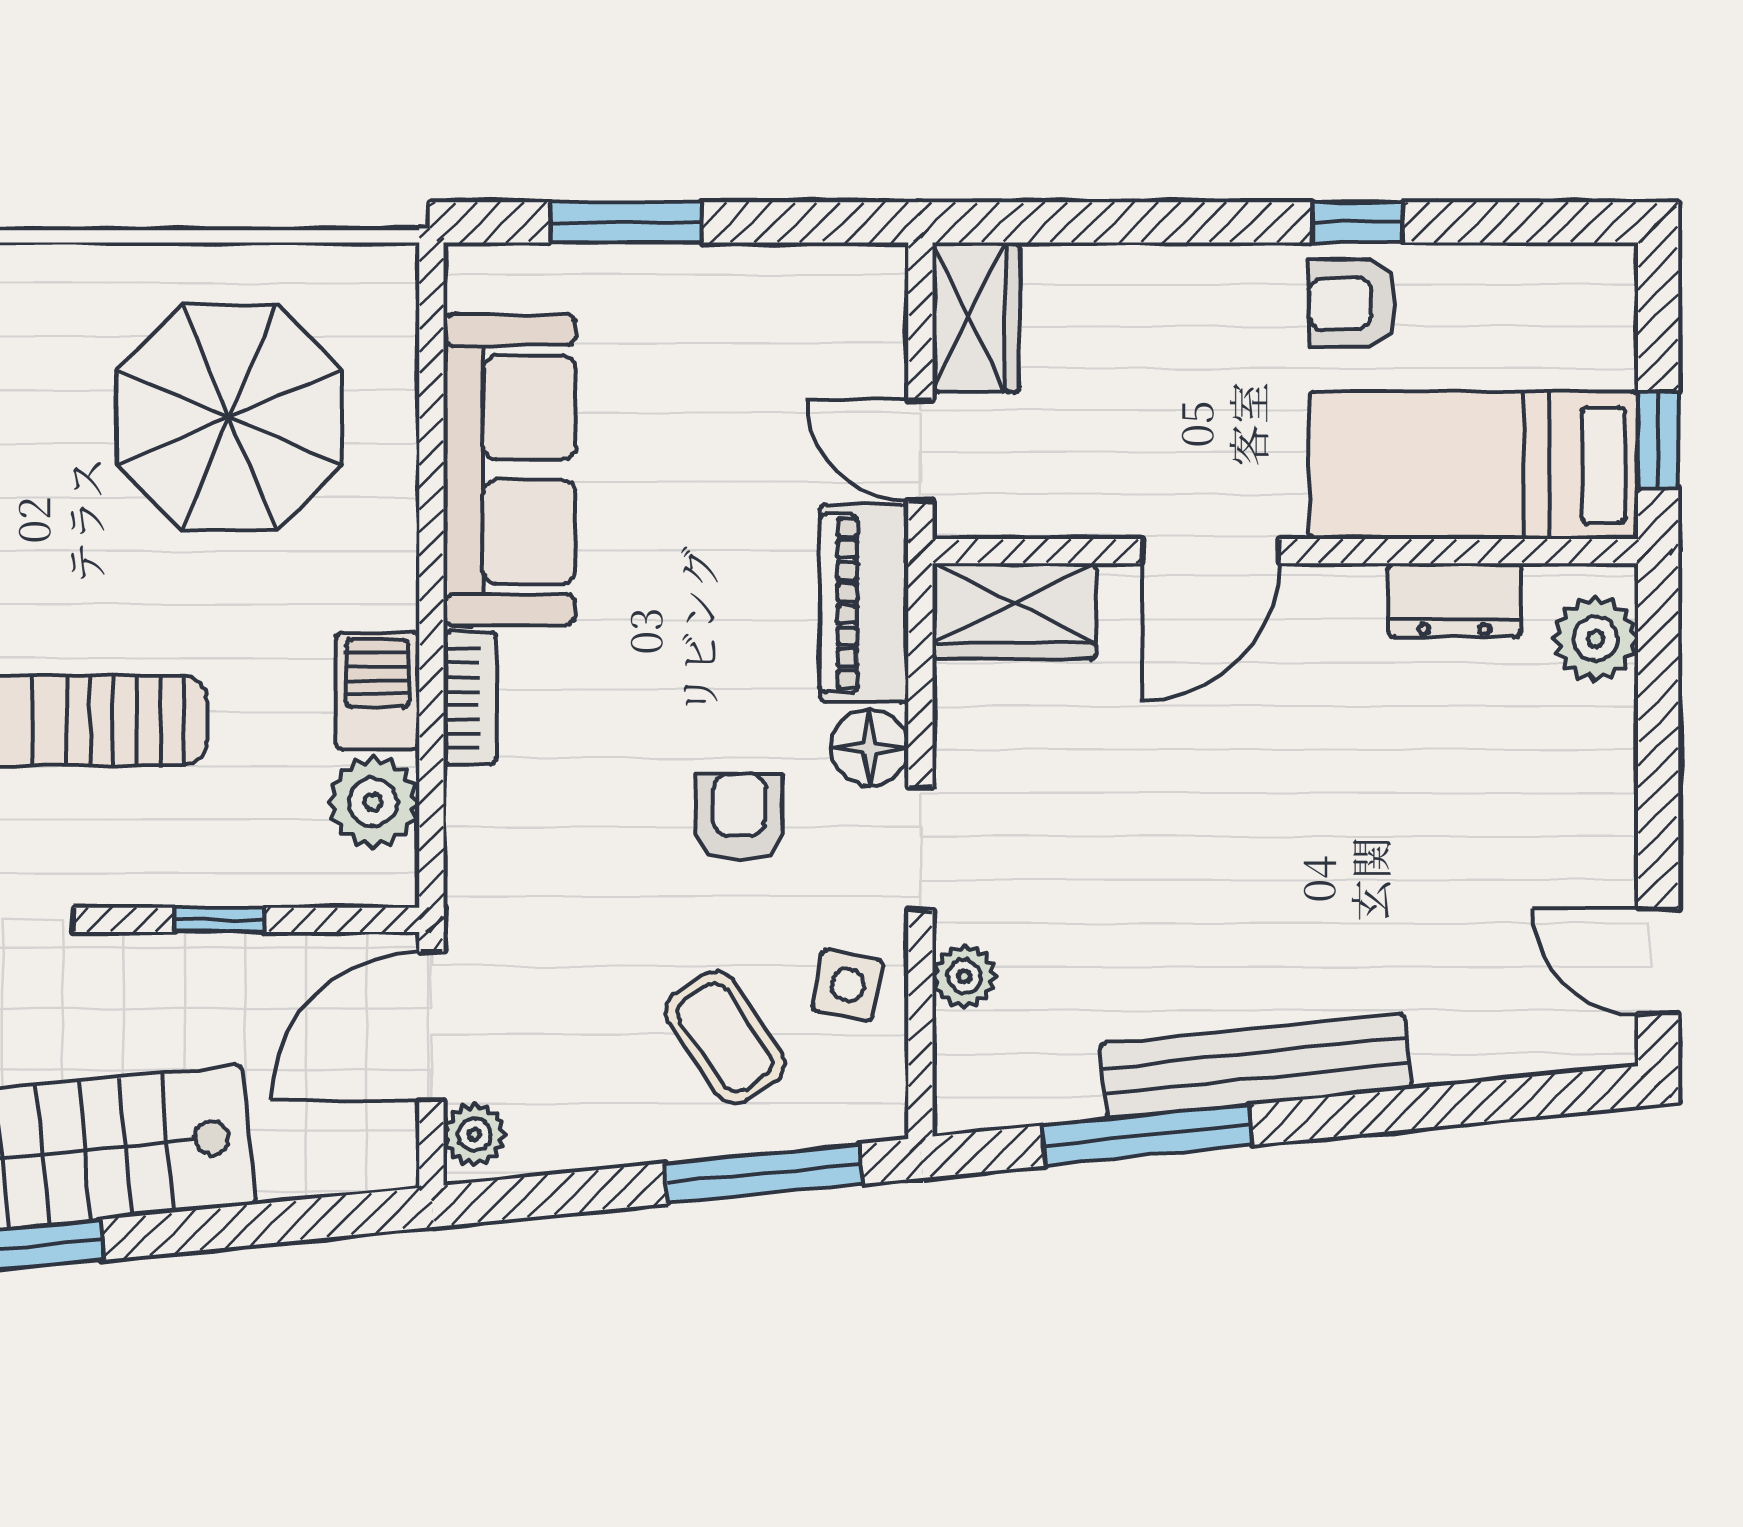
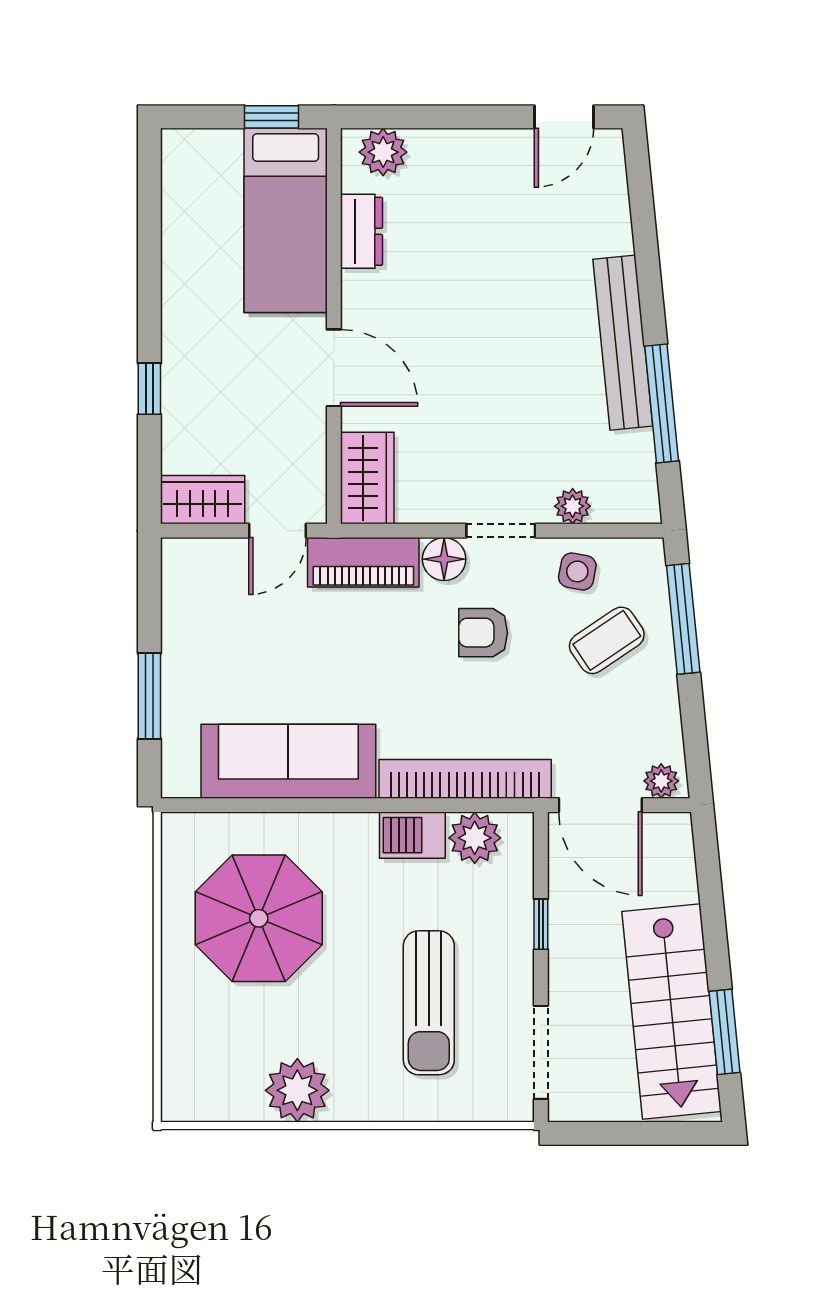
window: (1357, 222) -> (149, 389), moved
armchair: (1352, 304) -> (195, 288), removed
bookcase: (470, 698) -> (465, 779), width x2.31, depth x1.31

